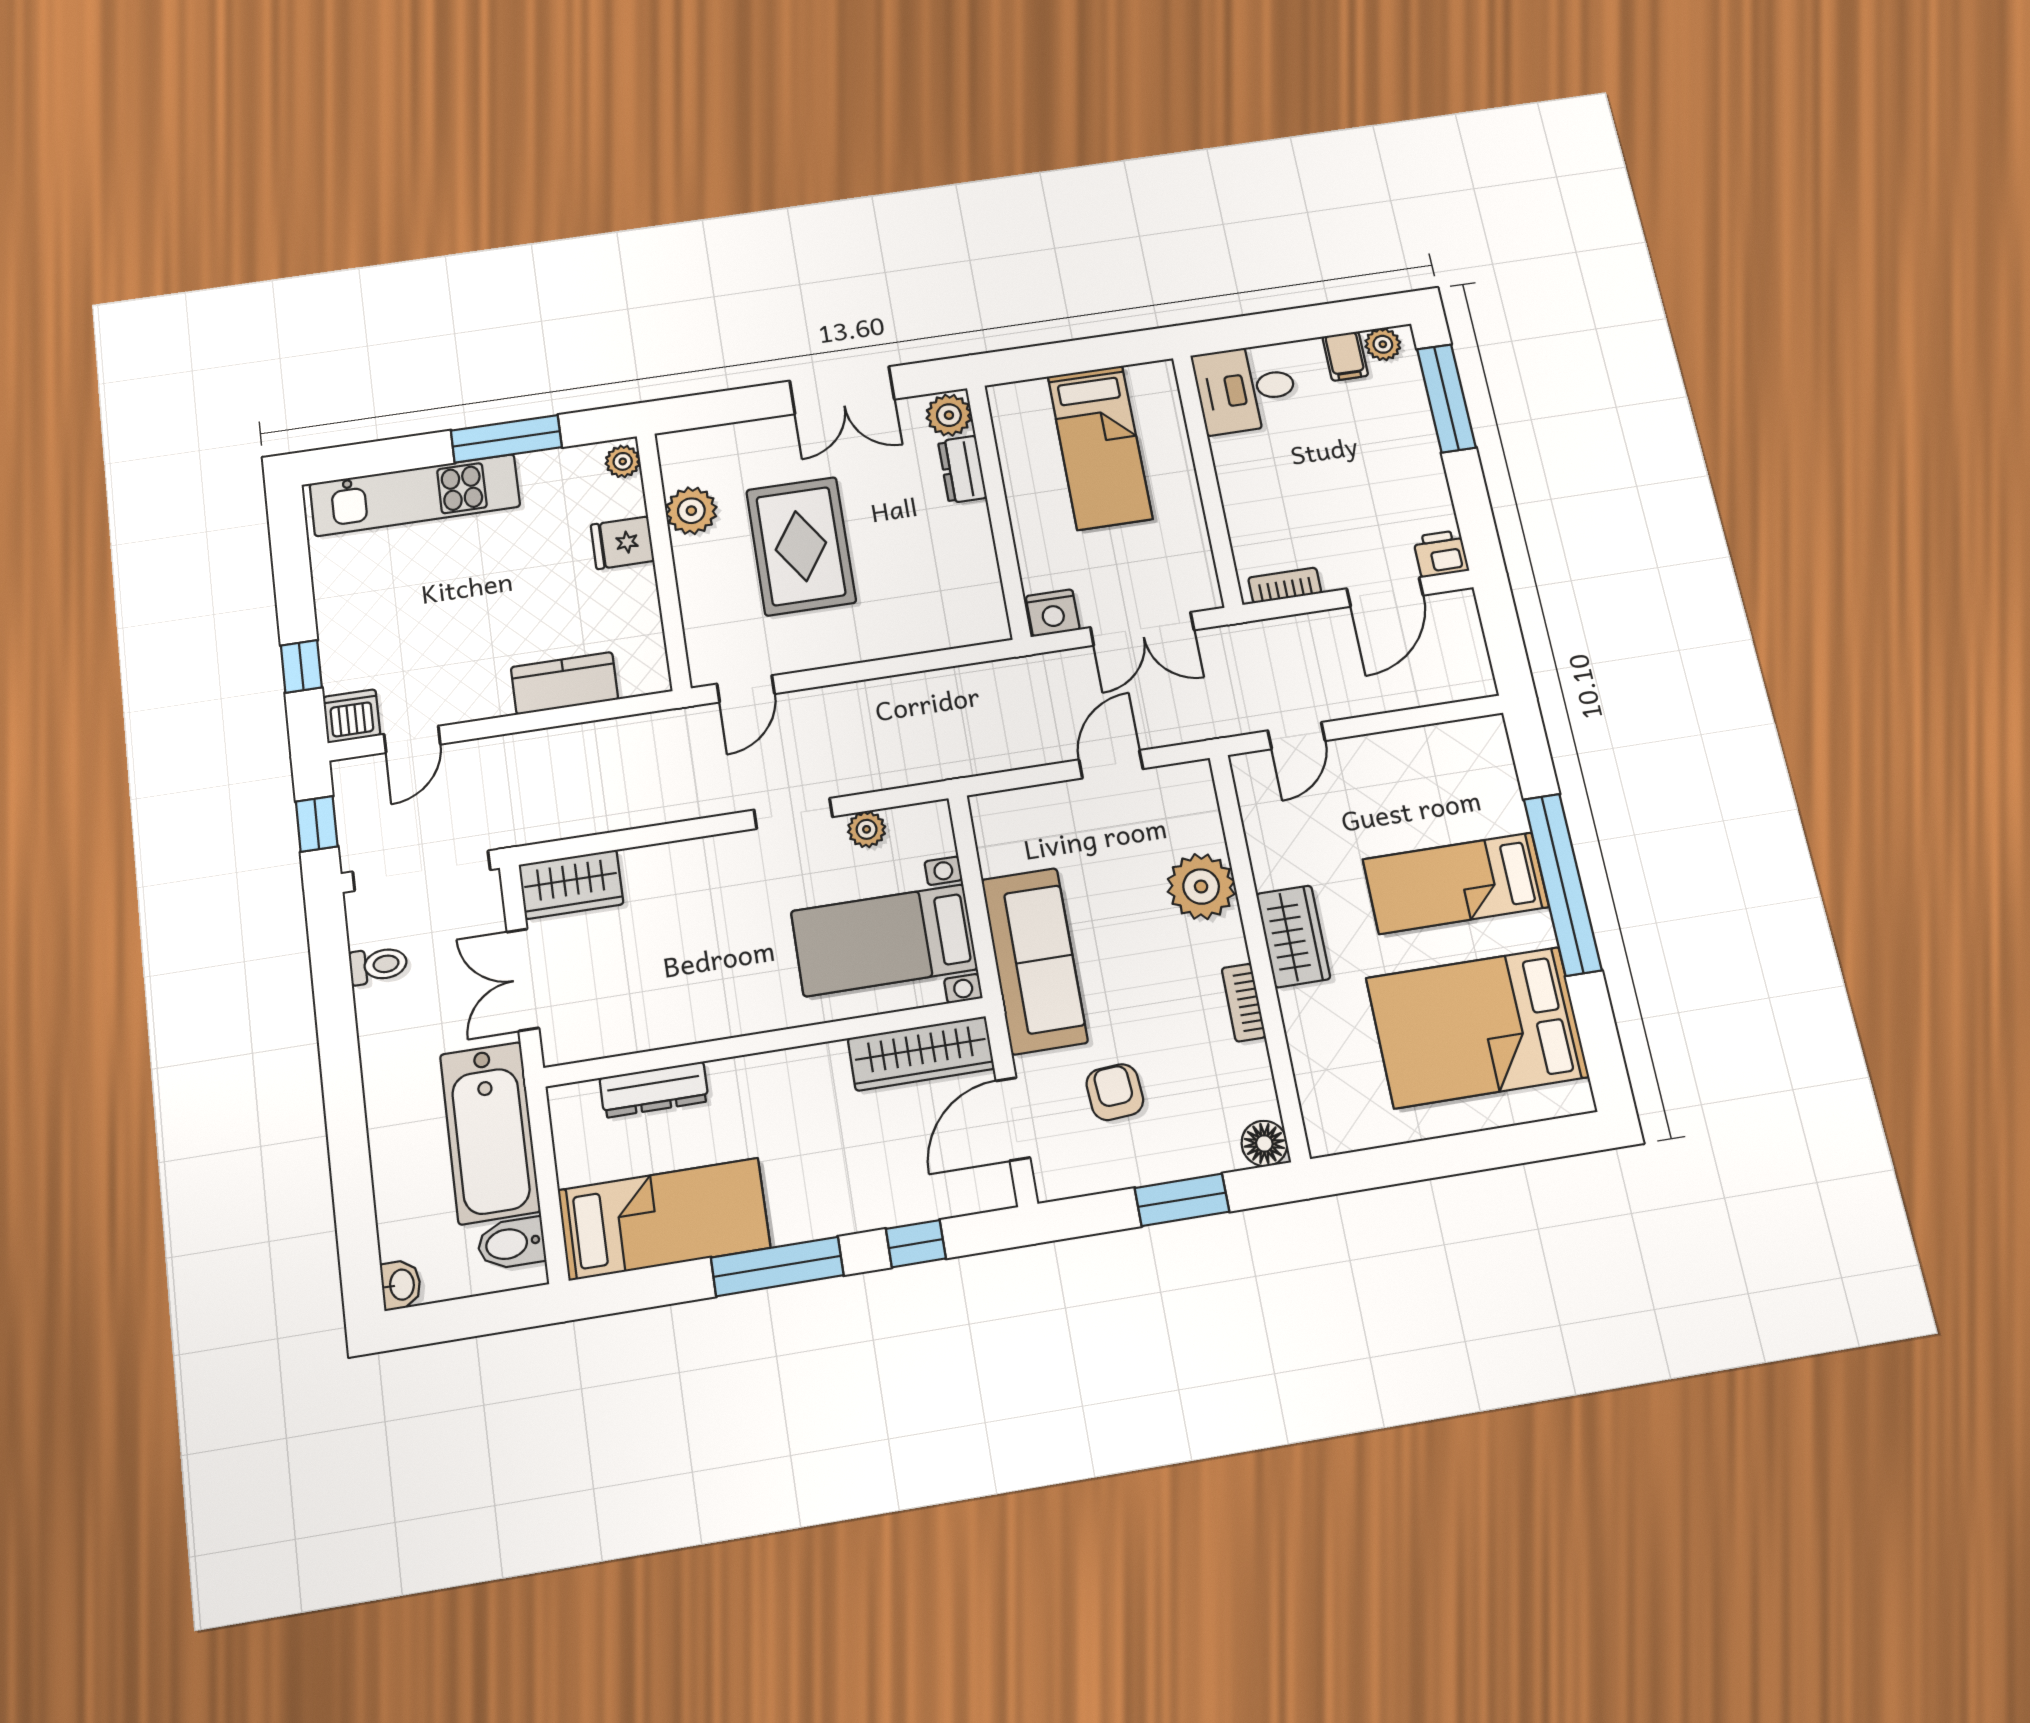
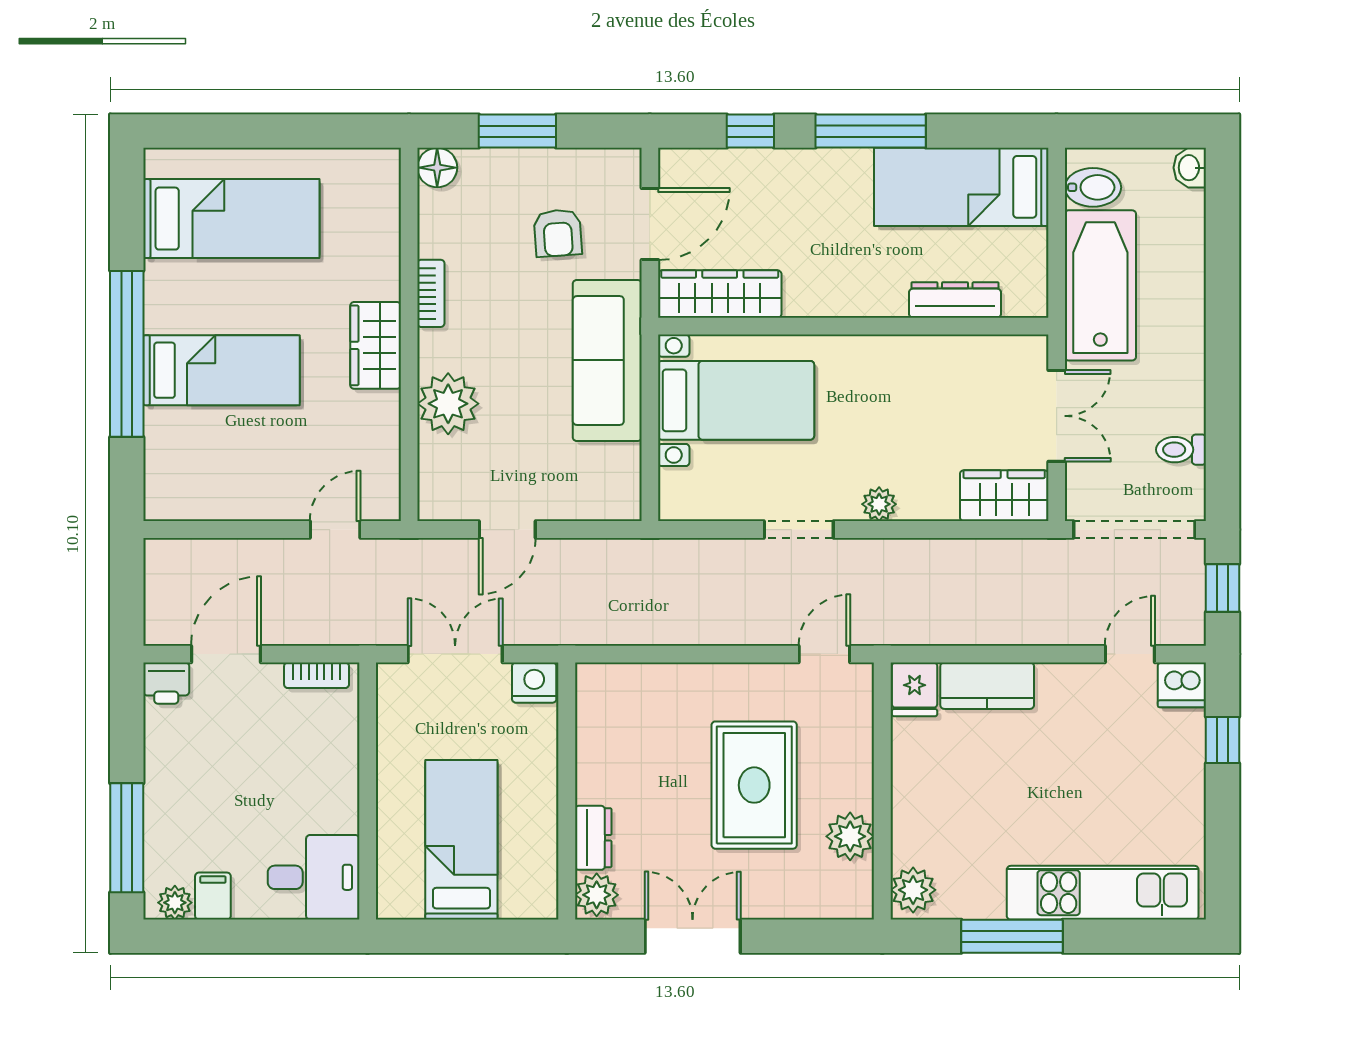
plant: (623, 461) -> (913, 890), width x1.38, depth x1.38
fridge: (622, 543) -> (915, 689), moved, turned 90
plant: (867, 829) -> (879, 504), moved
bed: (1477, 1027) -> (231, 219), width x0.67

